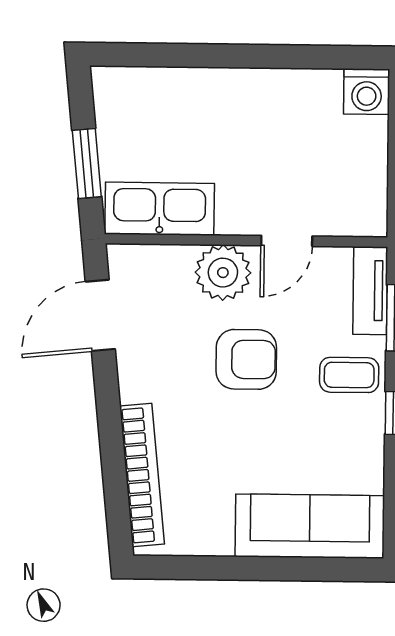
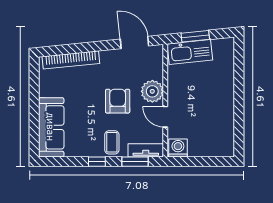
washing machine: (367, 92) -> (178, 148), moved, turned 90
kitchen sink: (160, 209) -> (190, 52), moved, turned 84
armchair: (246, 359) -> (118, 101), turned 180

